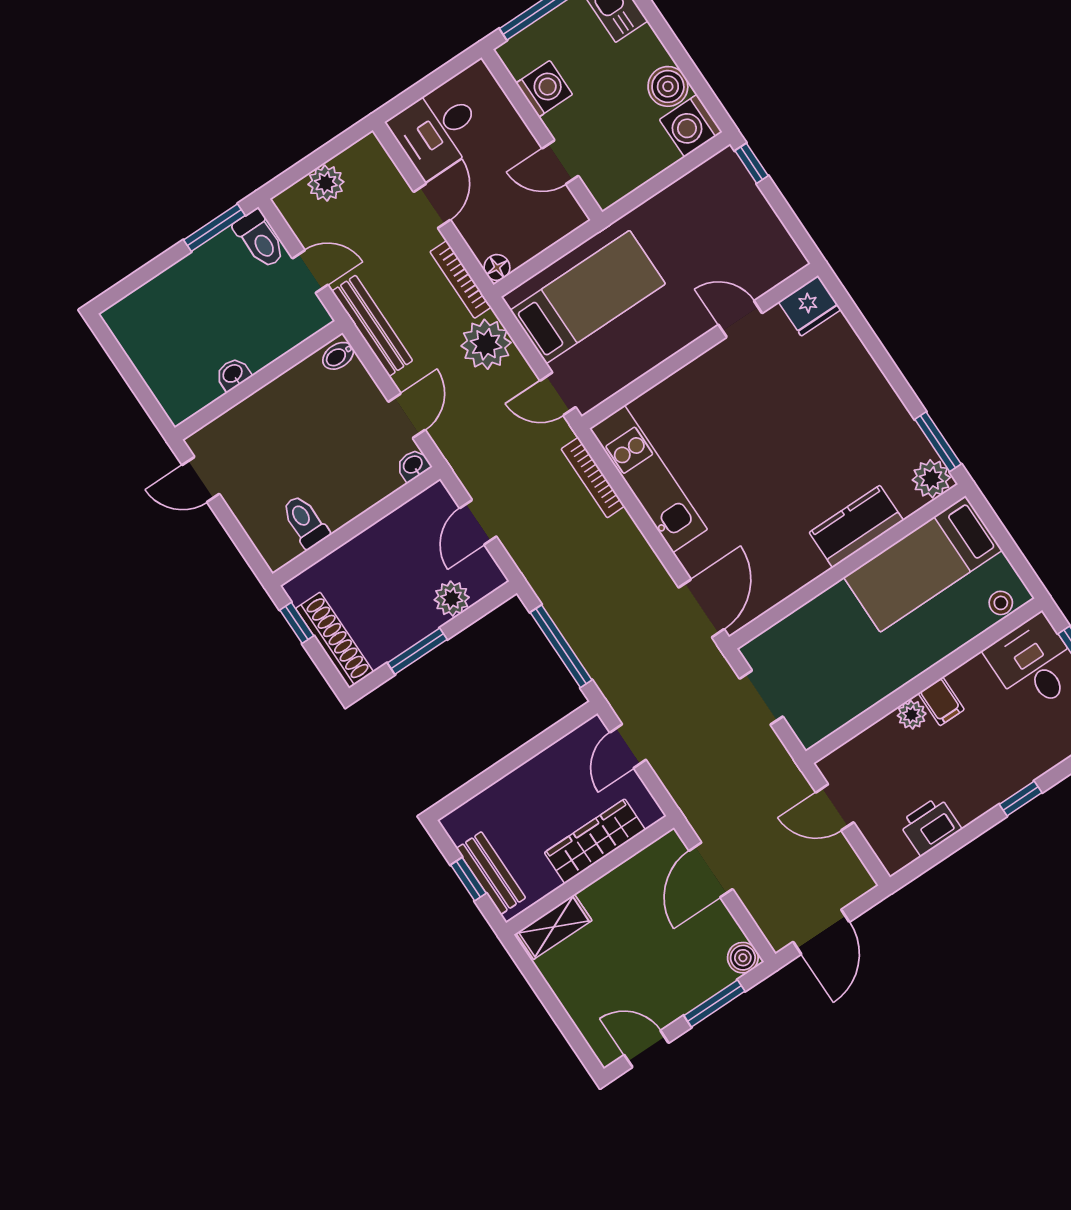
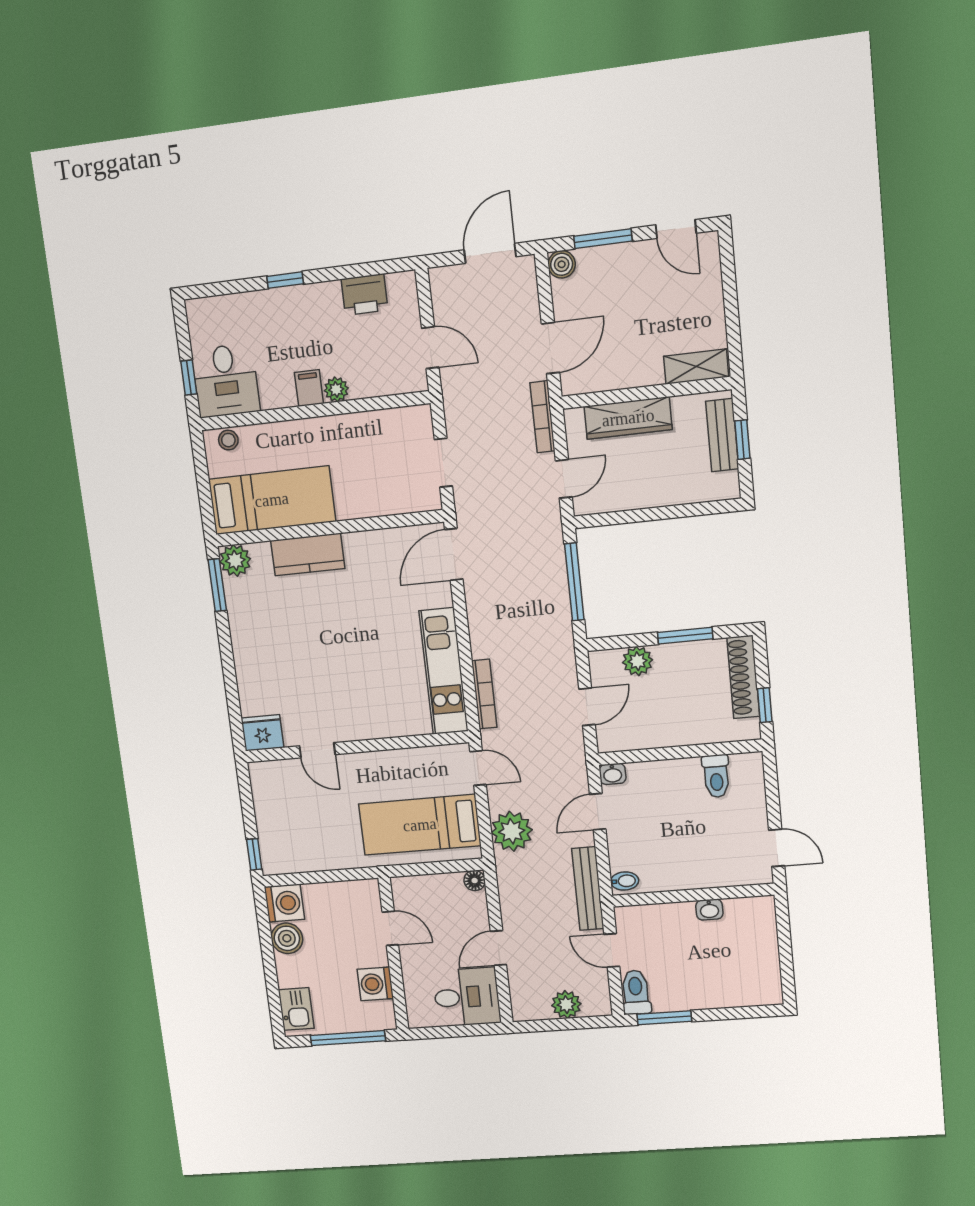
bookcase: (461, 279) -> (542, 417), moved, turned 180

